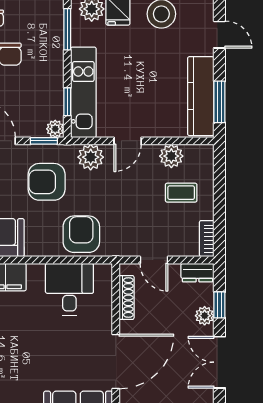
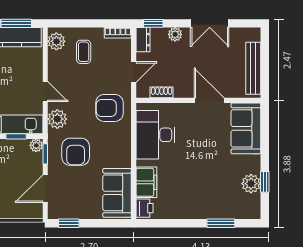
plant: (171, 156) -> (56, 41), moved
armchair: (81, 234) -> (110, 108), moved
desk: (69, 289) -> (155, 135), width x1.37
shoe rack: (127, 298) -> (162, 92), width x0.70
window: (219, 305) -> (153, 23), moved
door: (116, 362) -> (209, 100), width x0.73

